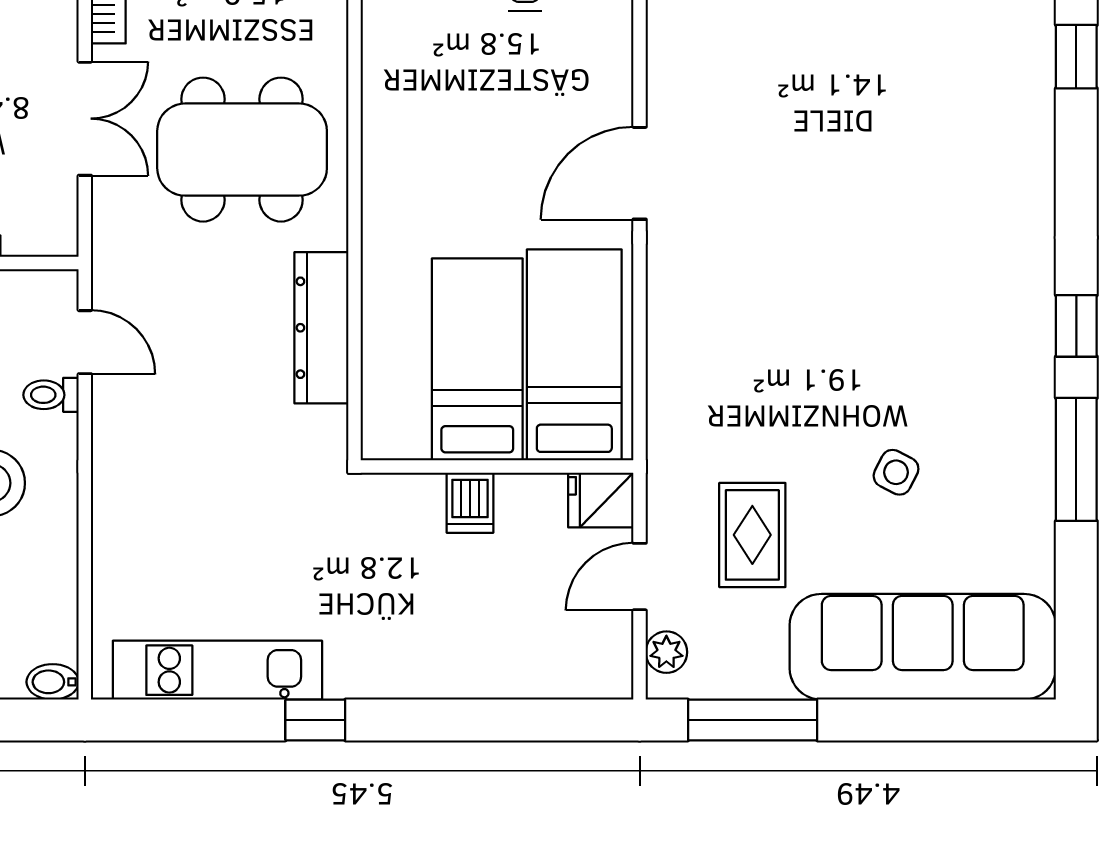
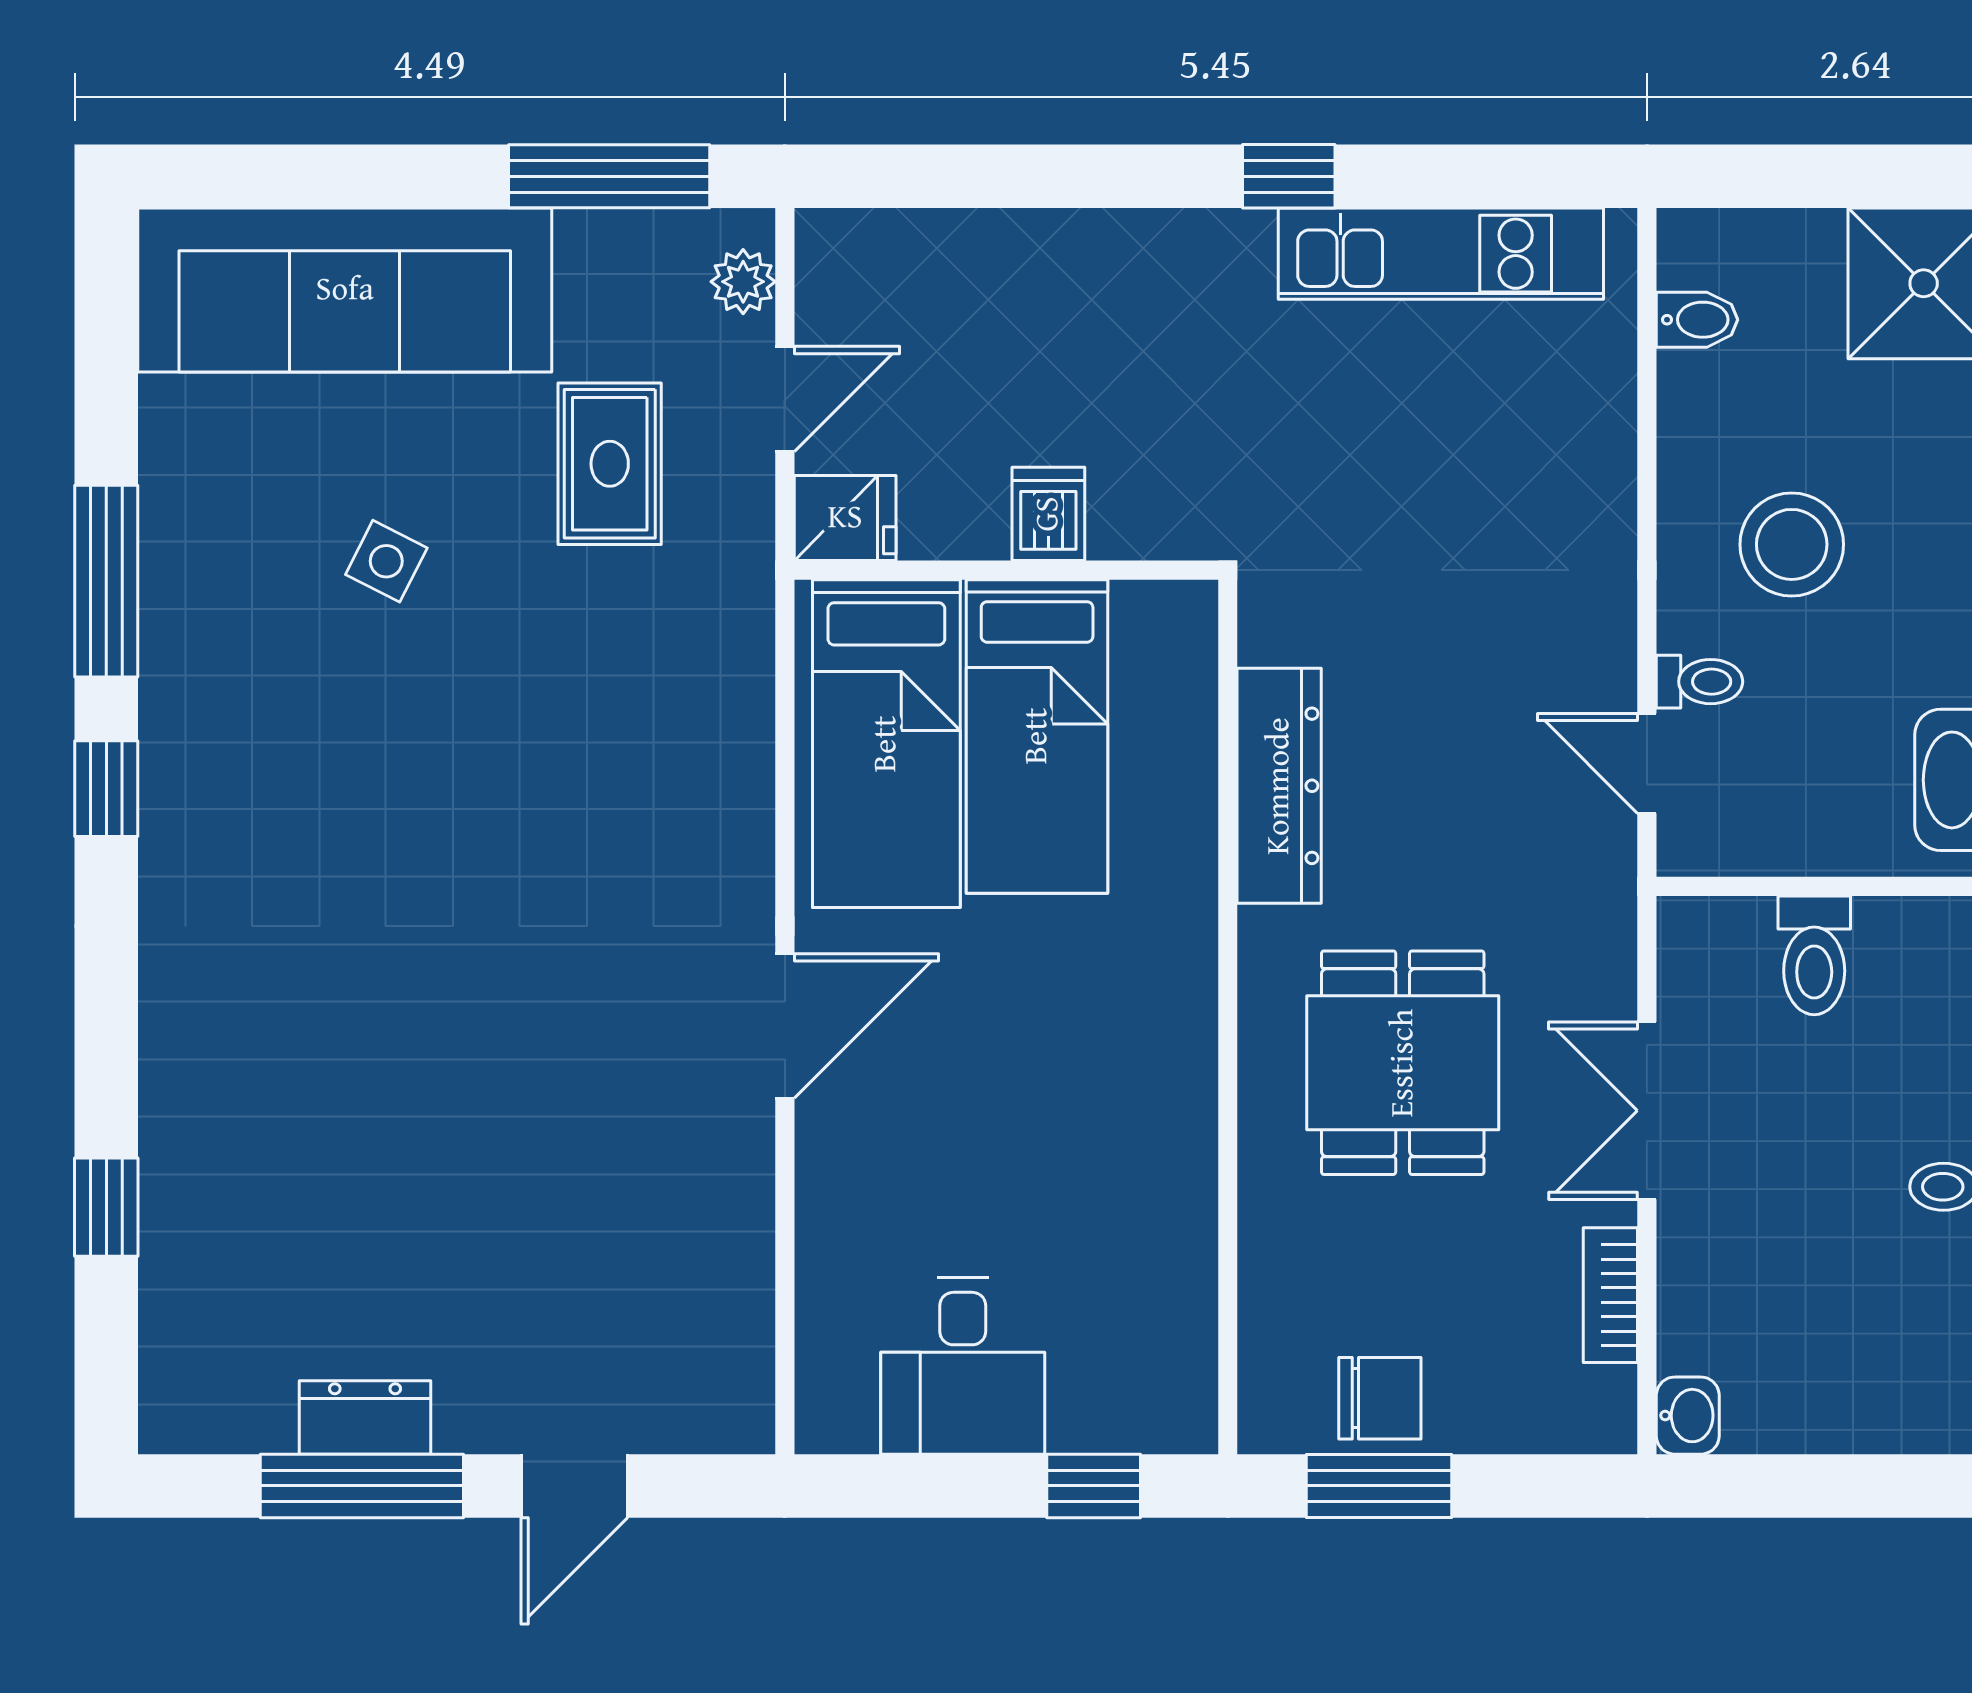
dining table: (242, 150) -> (1403, 1063), width x0.73
bidet: (53, 682) -> (1697, 320), moved

